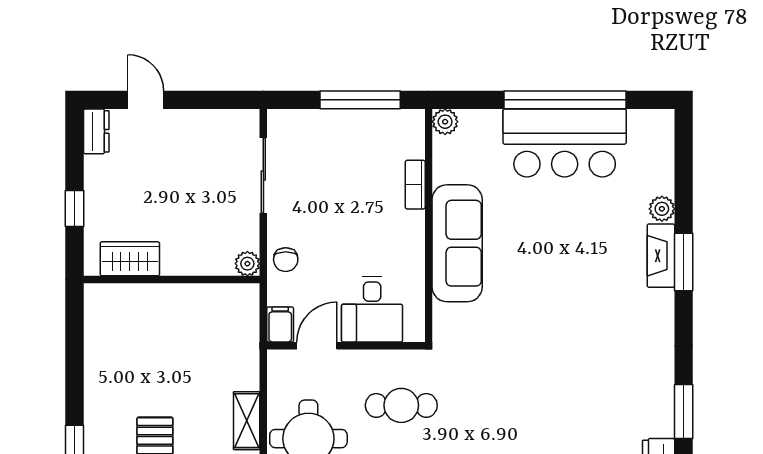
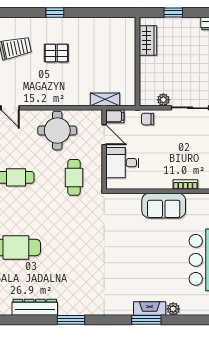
sofa: (457, 243) -> (164, 206), width x0.73
plant: (247, 264) -> (163, 100), moved
shelving: (247, 421) -> (105, 99), moved

